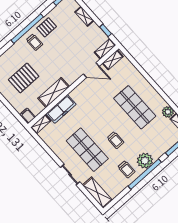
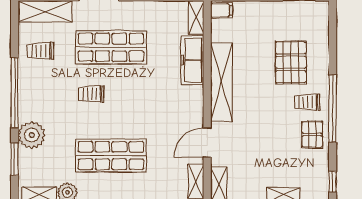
pallet: (24, 78) -> (291, 62), moved
shelving: (54, 92) -> (221, 82), width x1.47
plant: (145, 161) -> (32, 135), moved
trolley: (126, 169) -> (40, 51), moved

